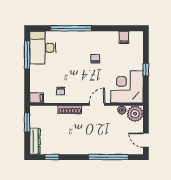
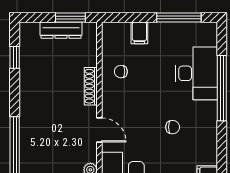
desk: (43, 48) -> (196, 73), moved, turned 90
filing cabinet: (37, 98) -> (139, 33), moved
dresser: (35, 141) -> (61, 30), moved

